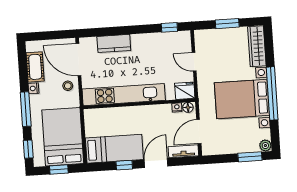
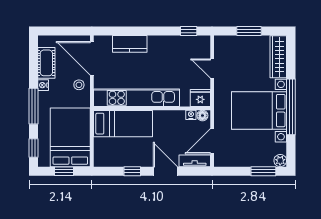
bed: (114, 149) -> (123, 124), moved
door: (156, 163) -> (165, 171), hinge flipped

